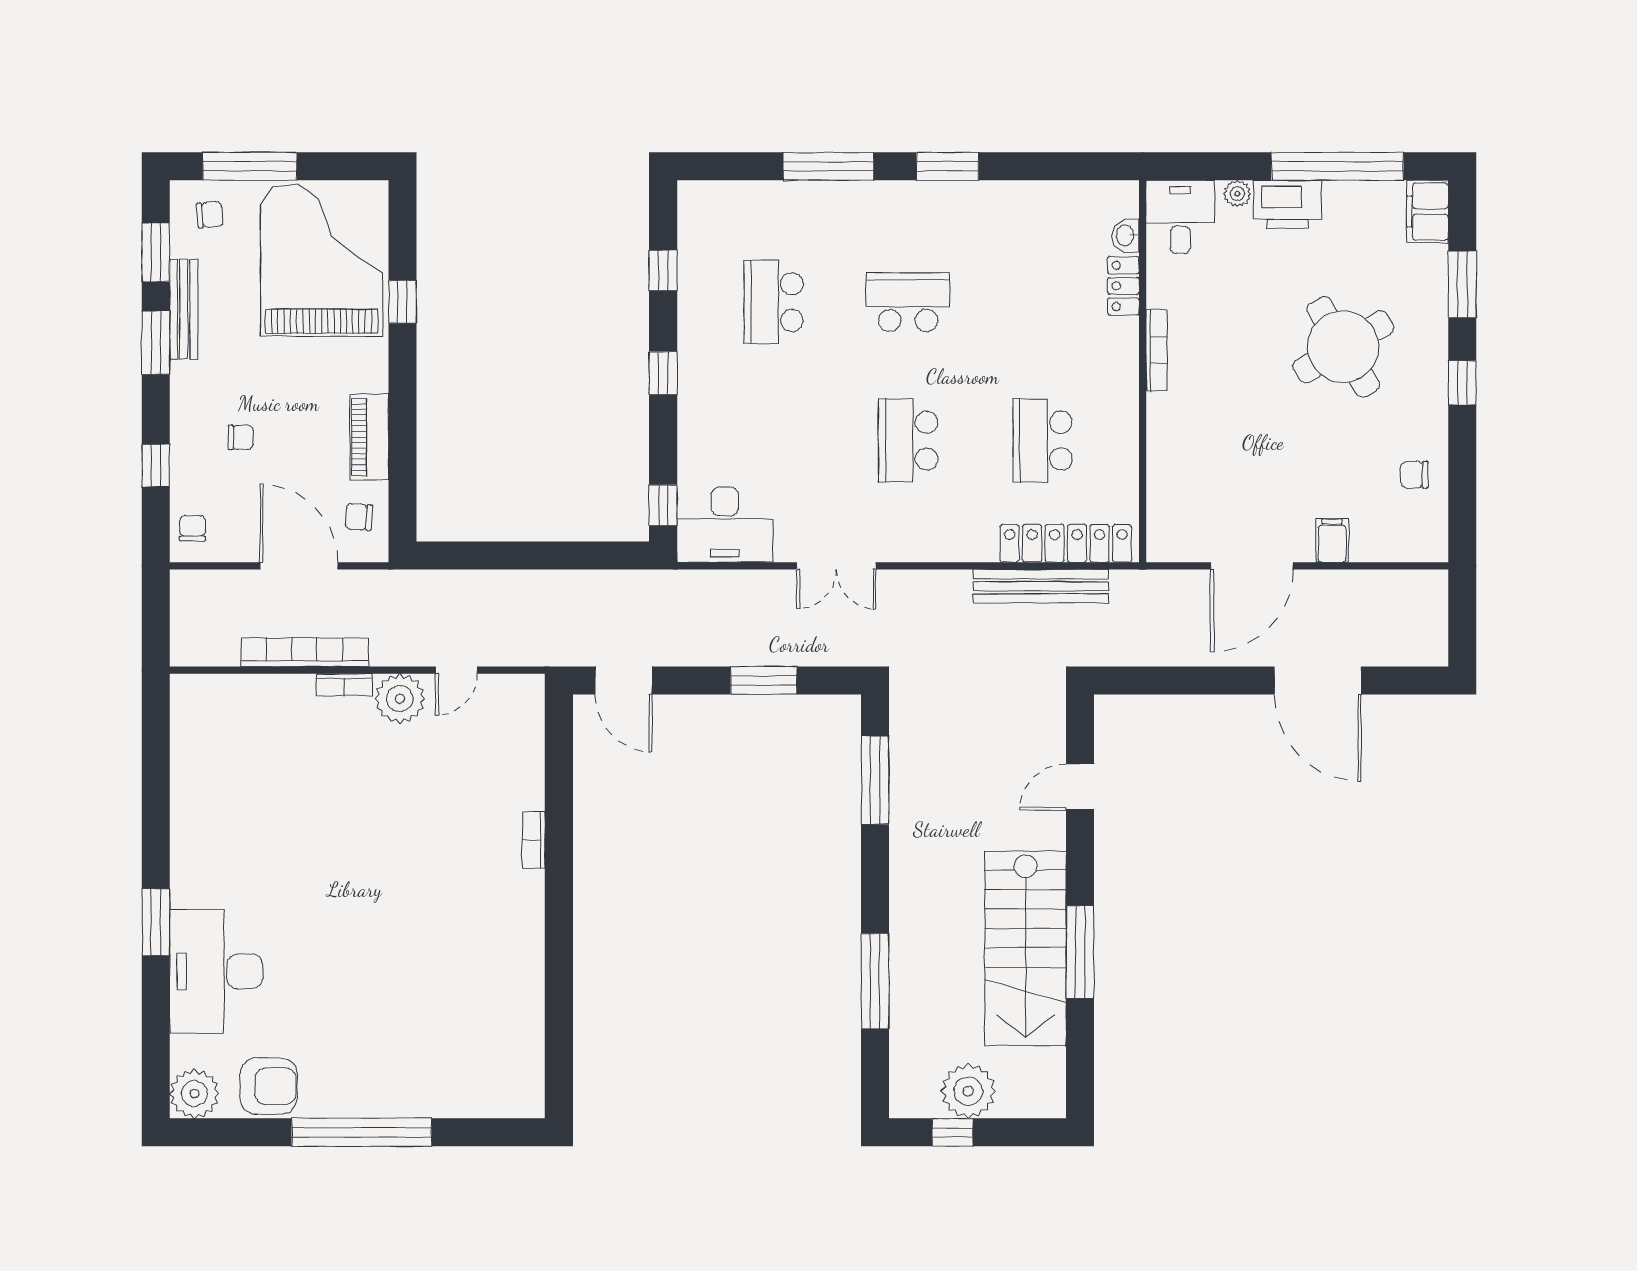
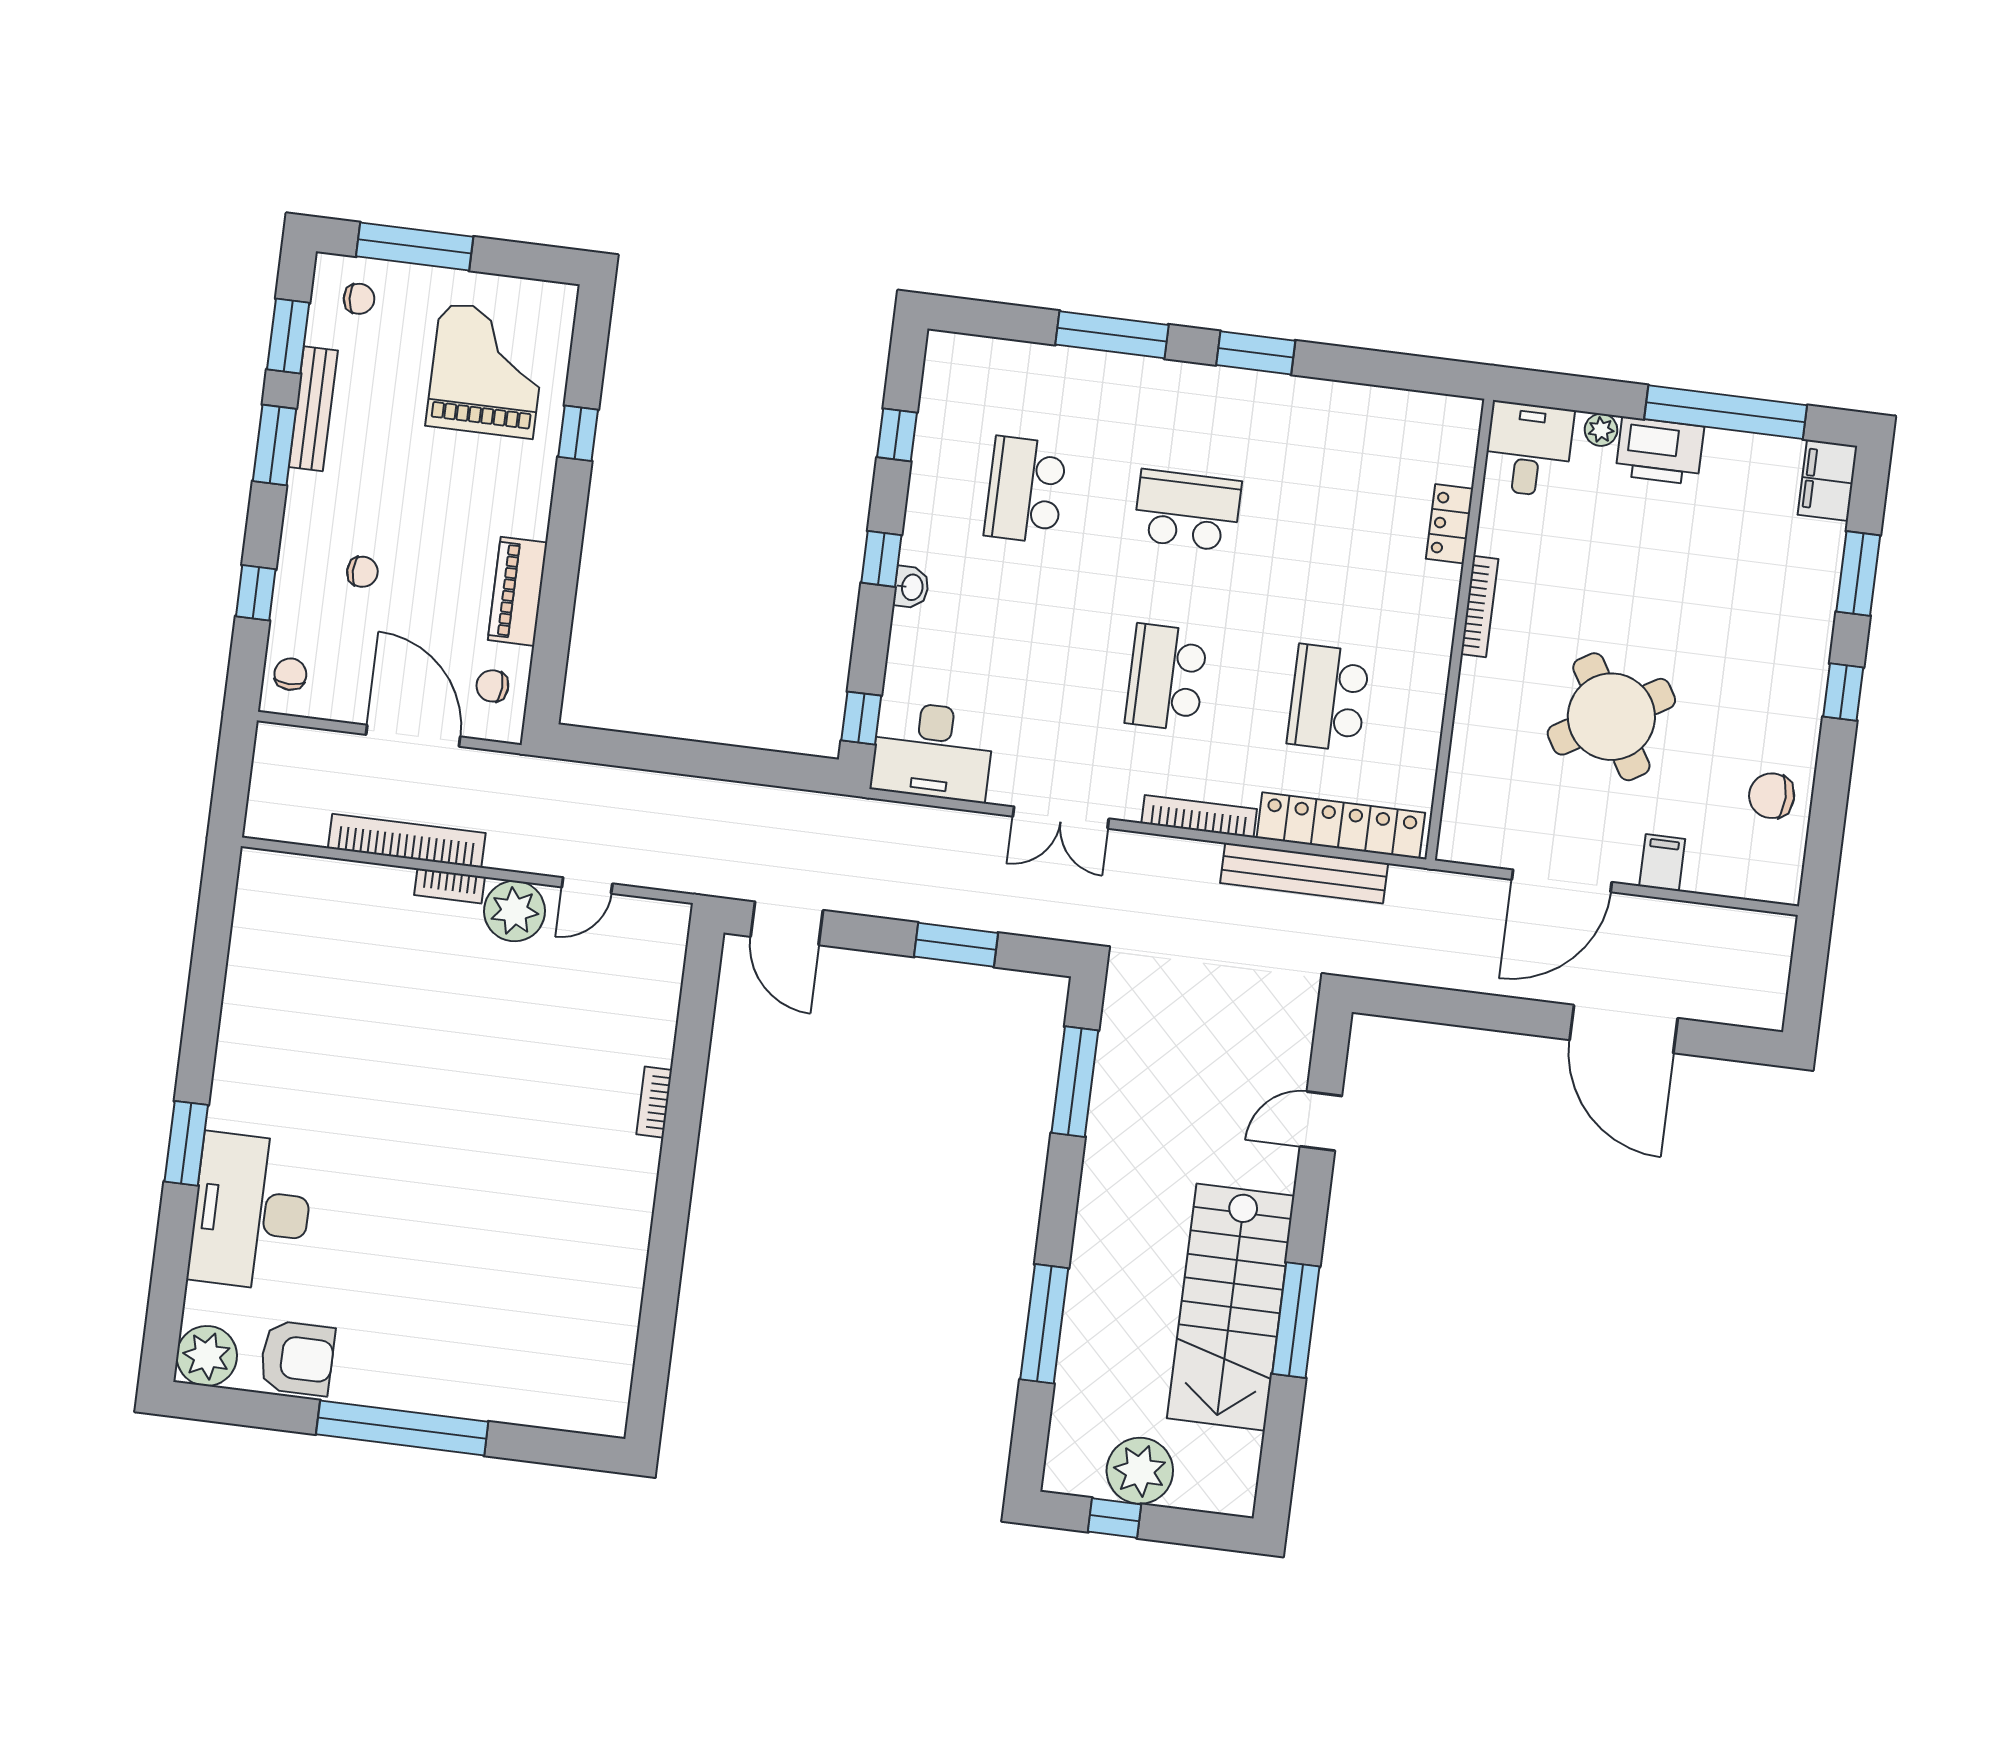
washbasin: (1126, 235) -> (911, 587), moved, turned 180
grand piano: (321, 260) -> (487, 371), width x0.73, depth x0.68
round table: (1343, 347) -> (1611, 717), moved
chair: (1415, 475) -> (1772, 796), width x1.37, depth x1.37
bookcase: (949, 551) -> (1199, 816), added

